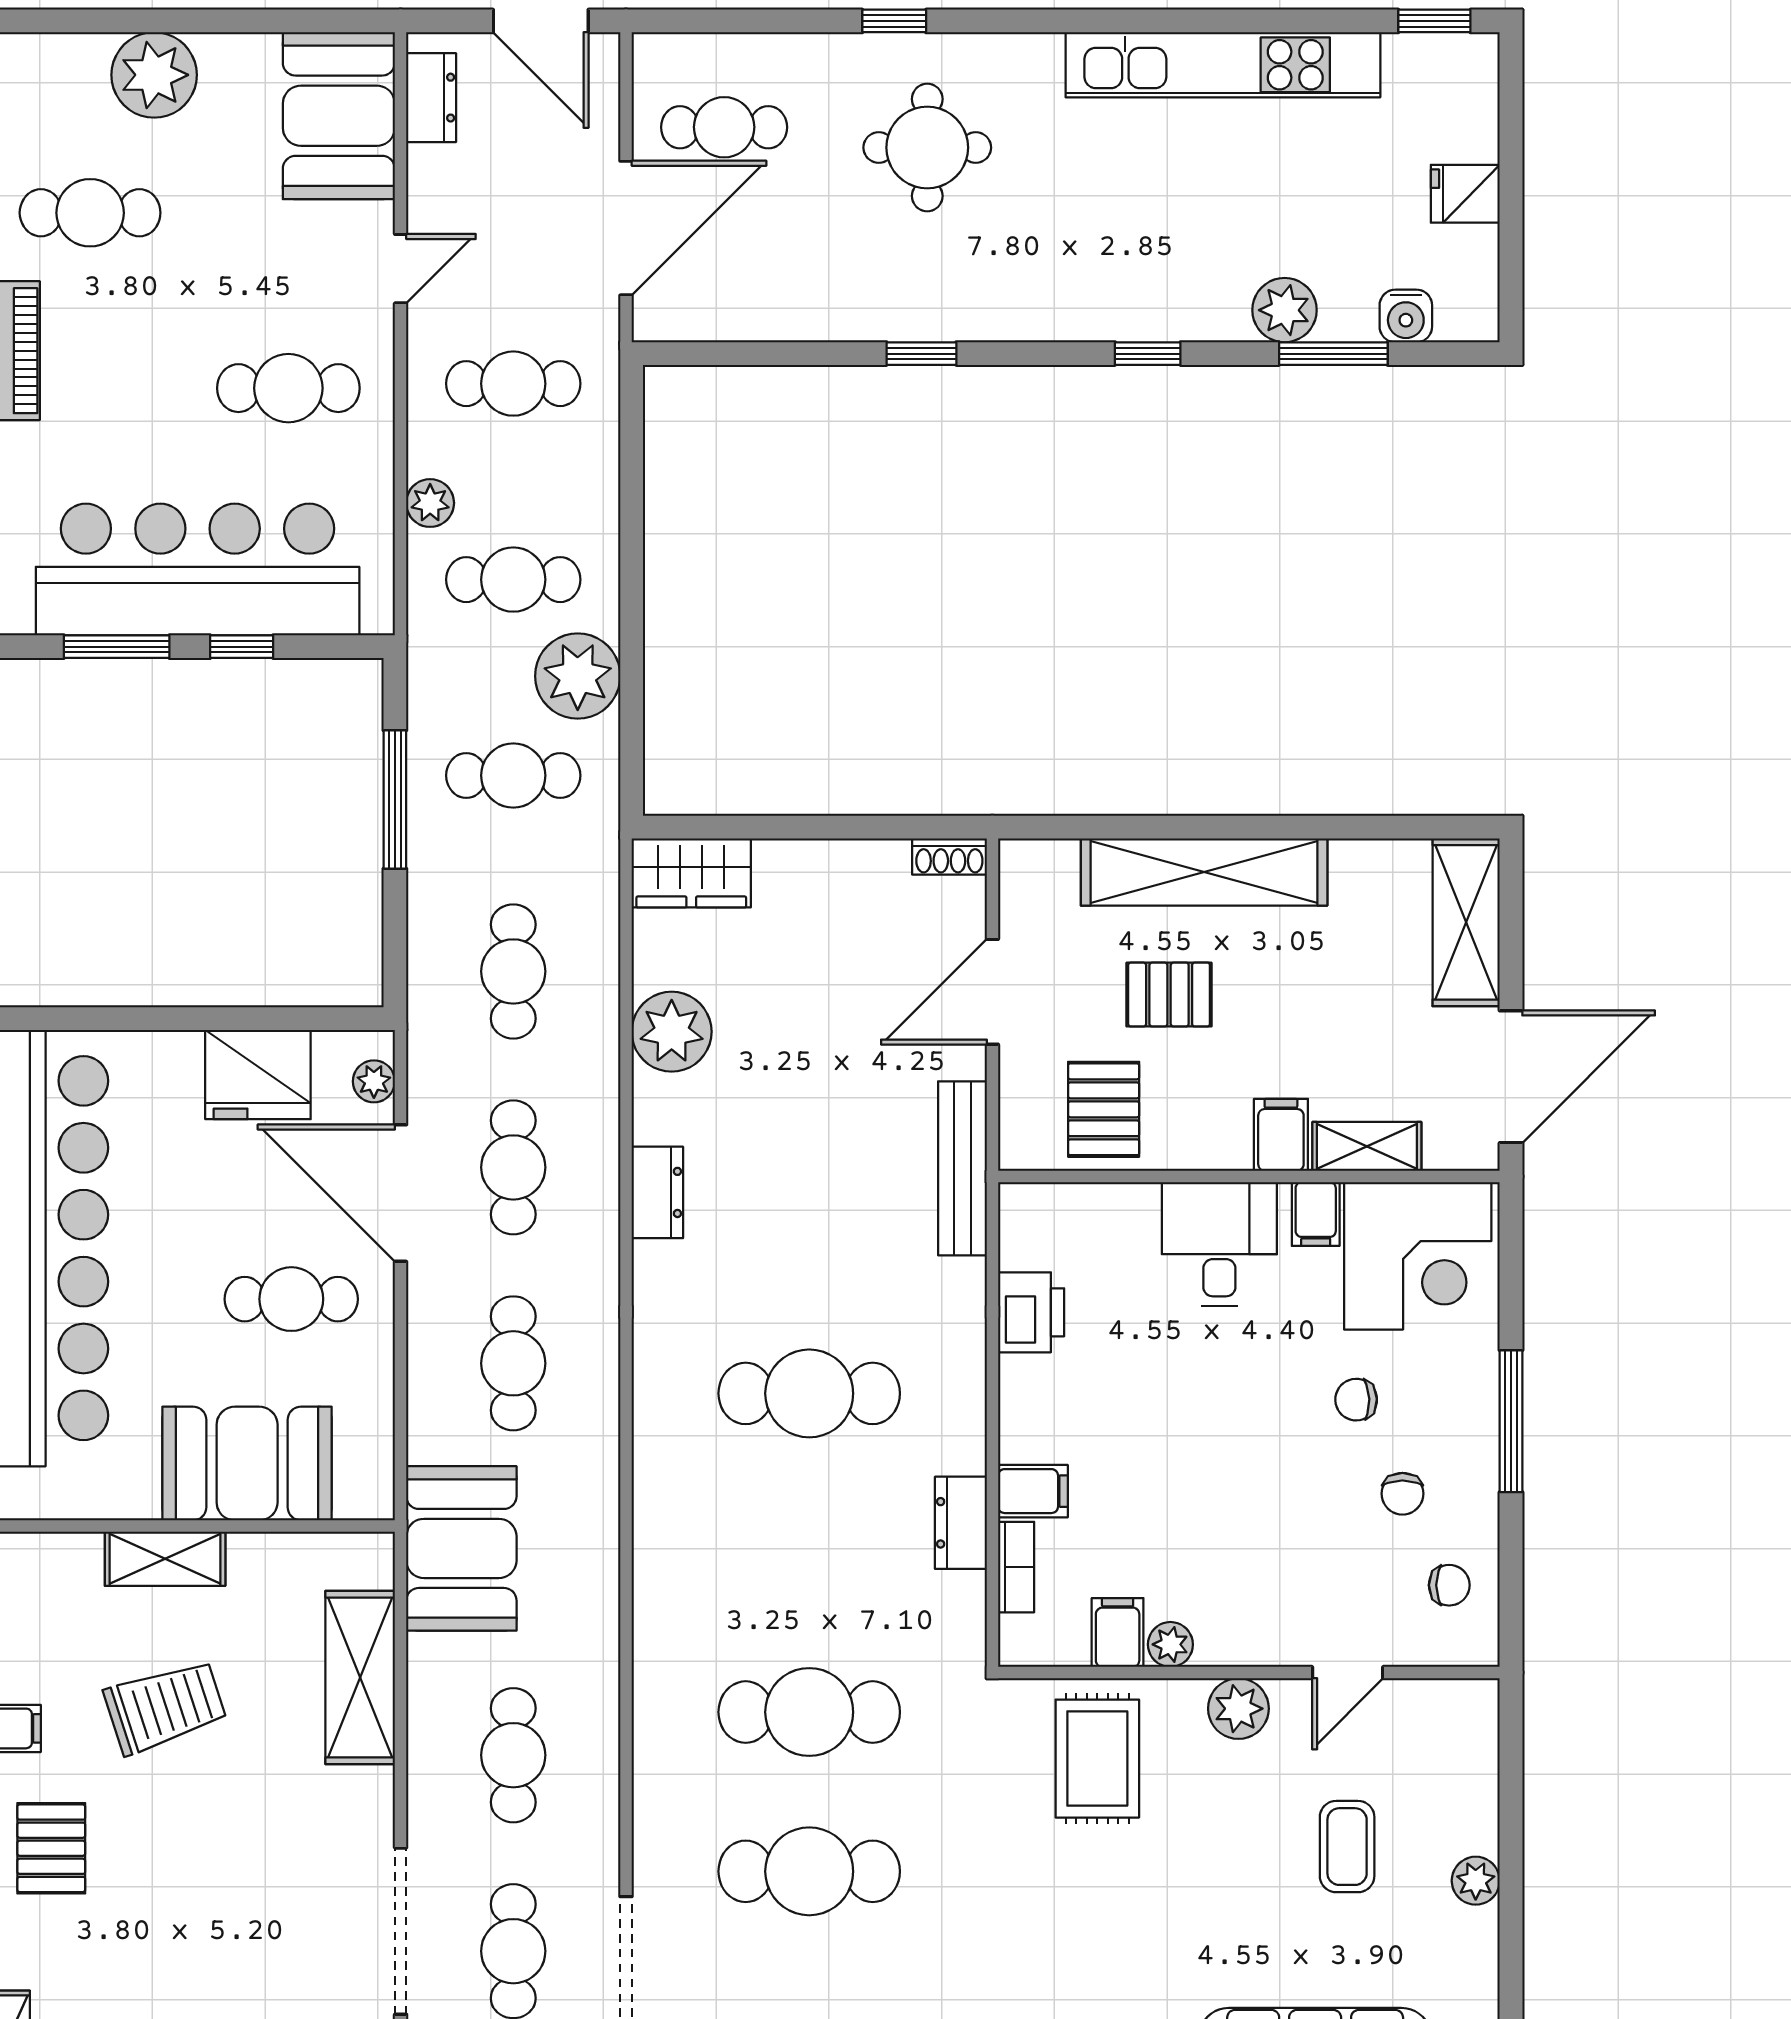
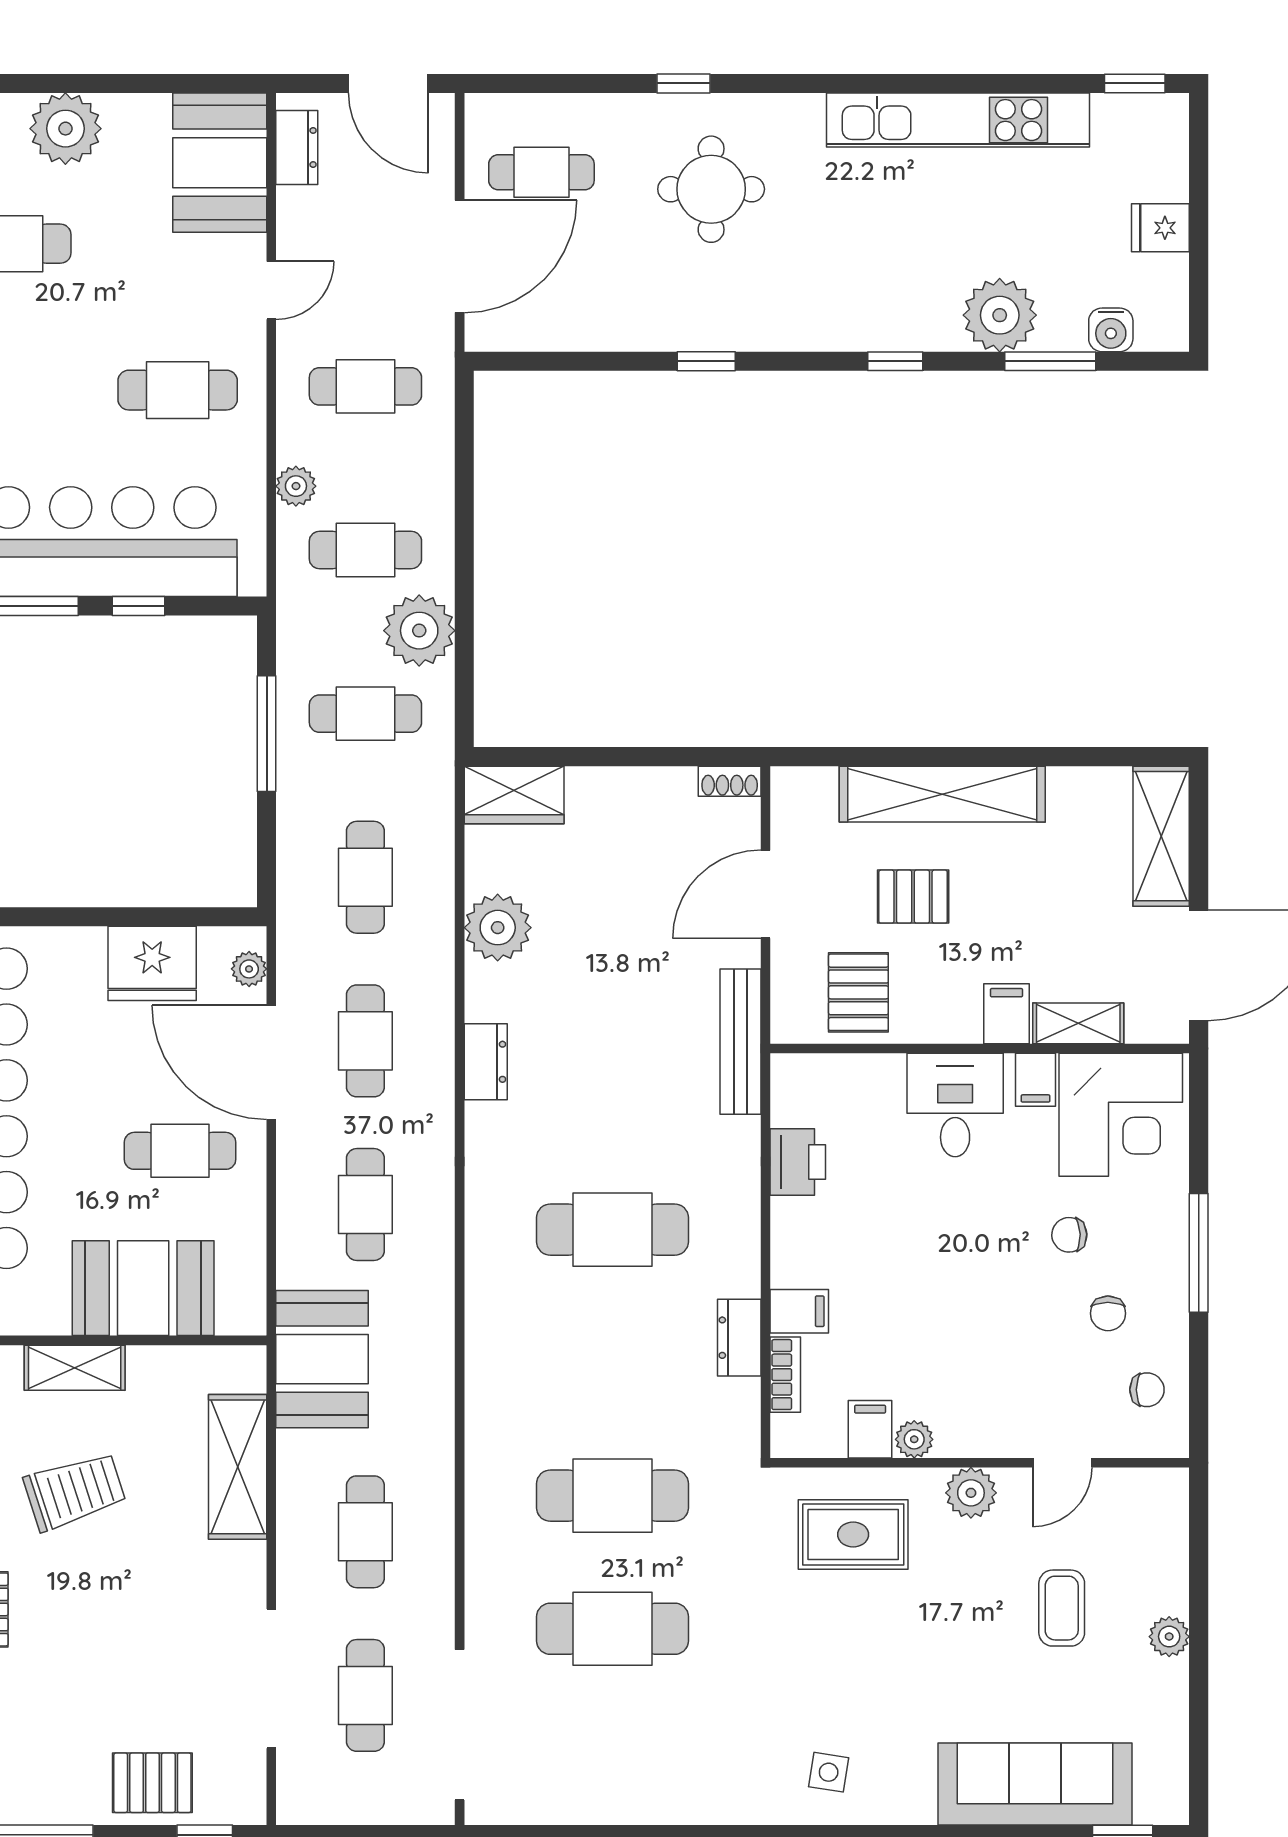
plant: (1285, 310) -> (1000, 315), width x1.36, depth x1.36
rug: (1097, 1759) -> (853, 1535), turned 90

